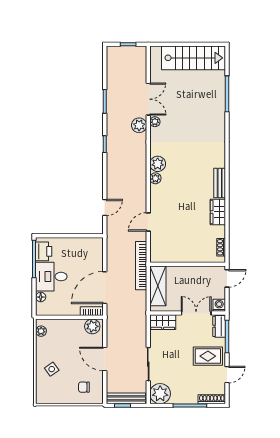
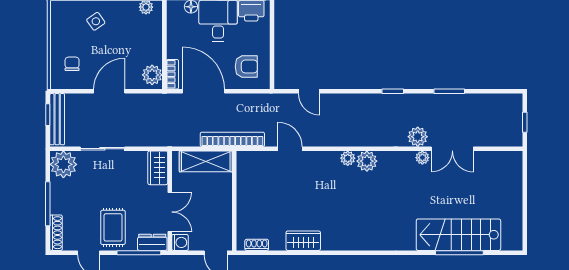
stairs: (194, 58) -> (458, 235), moved, turned 90
bench: (220, 183) -> (341, 243), removed
armchair: (86, 255) -> (246, 66), added

